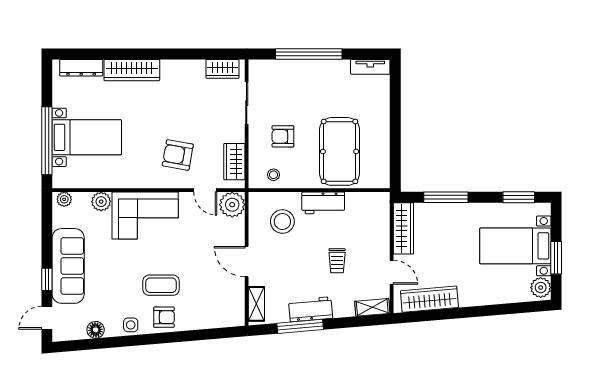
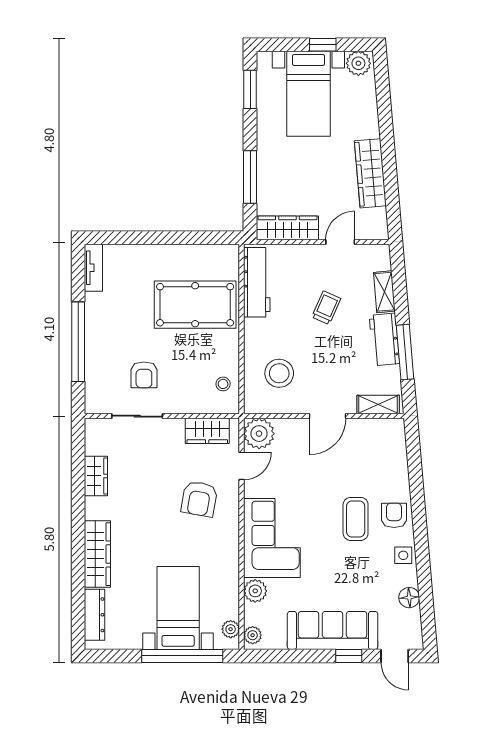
wardrobe: (222, 69) -> (96, 476), moved
armchair: (283, 136) -> (144, 375), moved
plant: (69, 181) -> (231, 629), added
workbench: (323, 203) -> (257, 282), moved, width x1.38
window: (556, 258) -> (323, 45), width x0.67
trolley: (337, 261) -> (326, 308), turned -66
wardrobe: (429, 299) -> (370, 173), moved
shelving: (372, 307) -> (384, 292), moved

